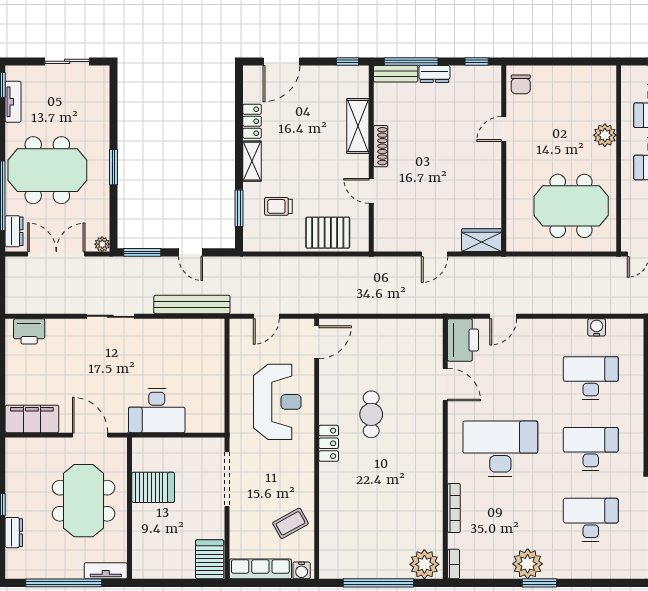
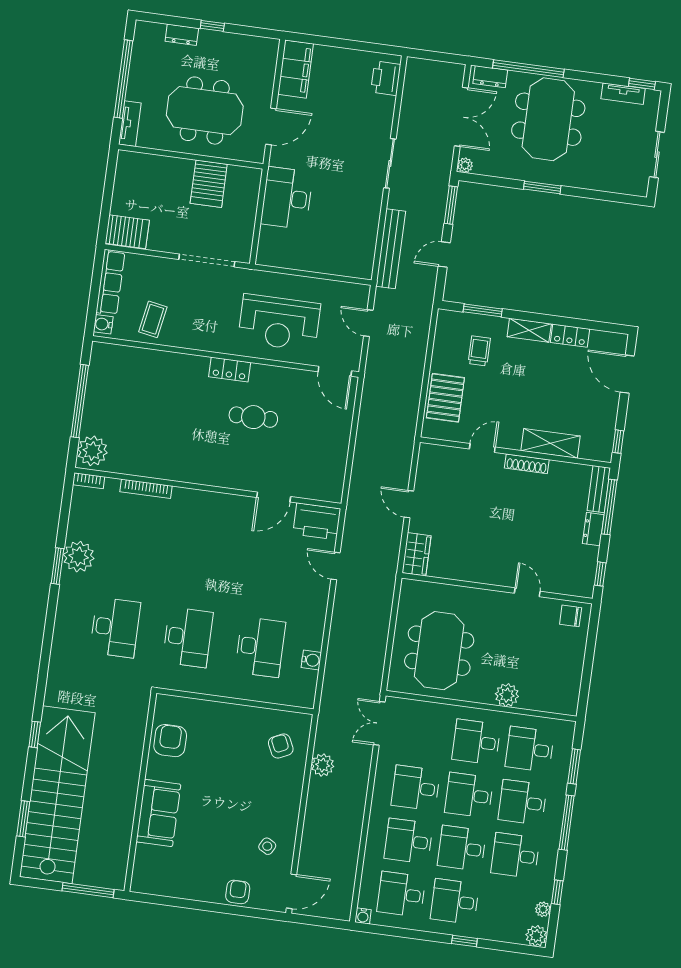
desk: (500, 449) -> (200, 545), removed
coffee table: (290, 523) -> (153, 319), turned 39

